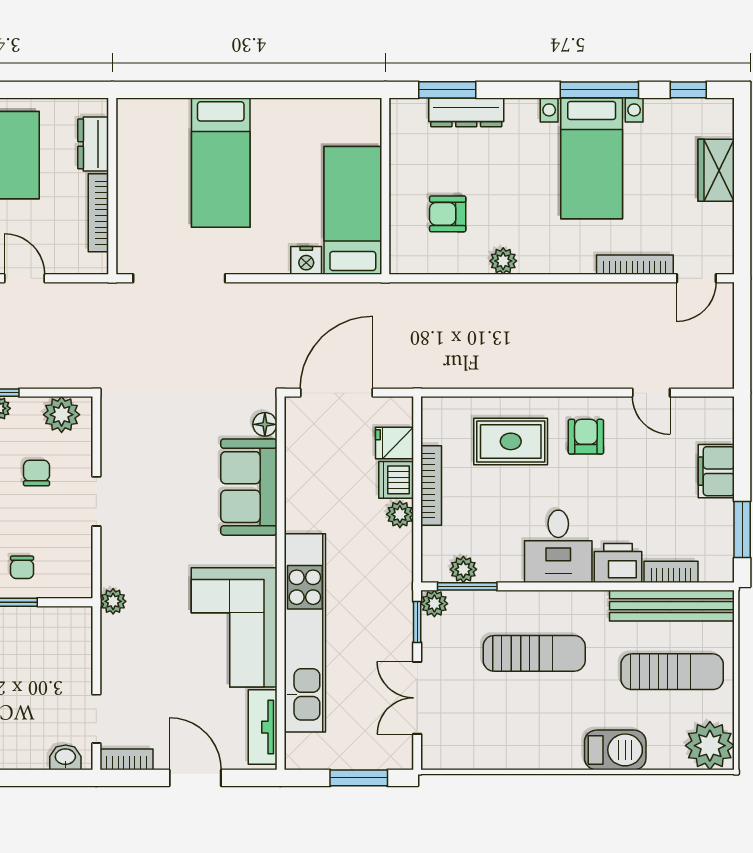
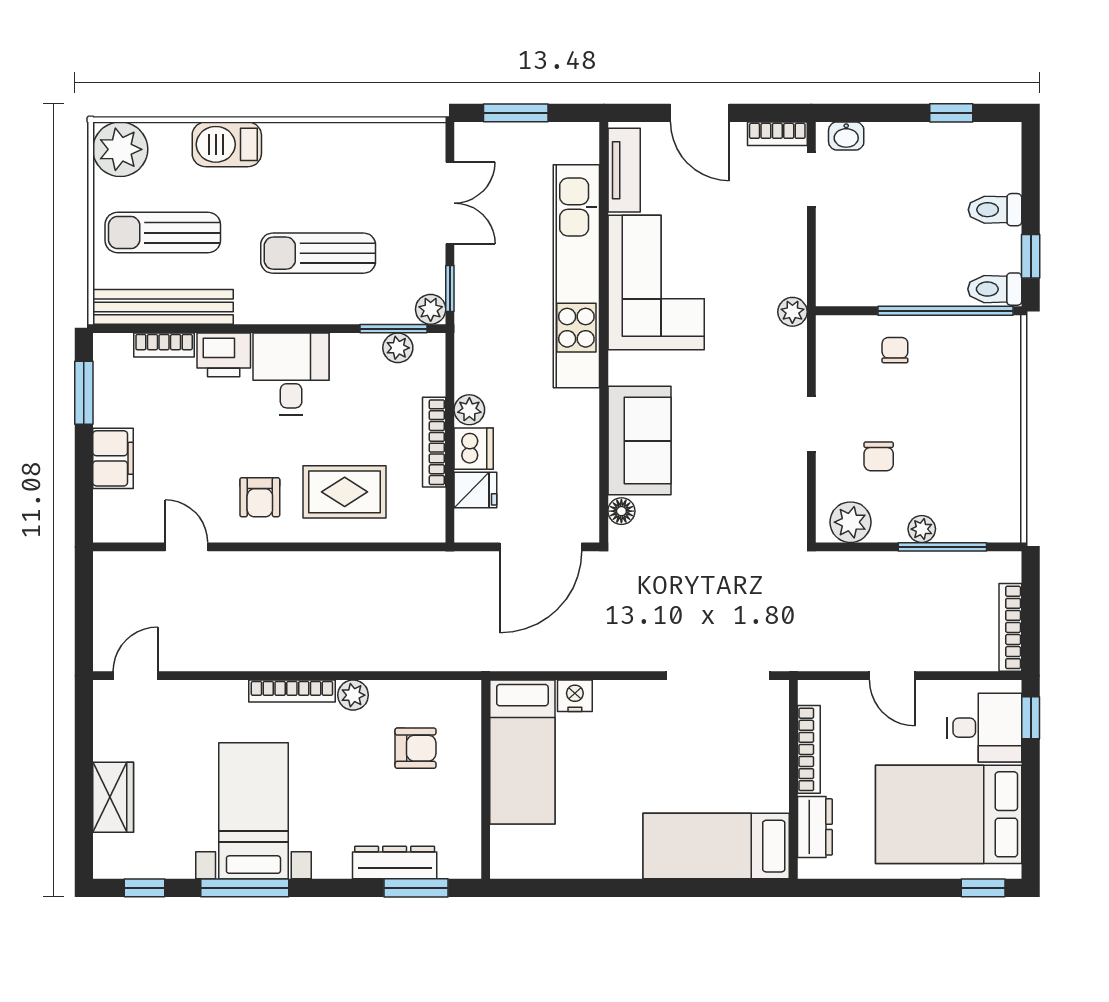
bed: (221, 163) -> (716, 846), moved, turned -90
bookcase: (635, 265) -> (292, 691), moved

